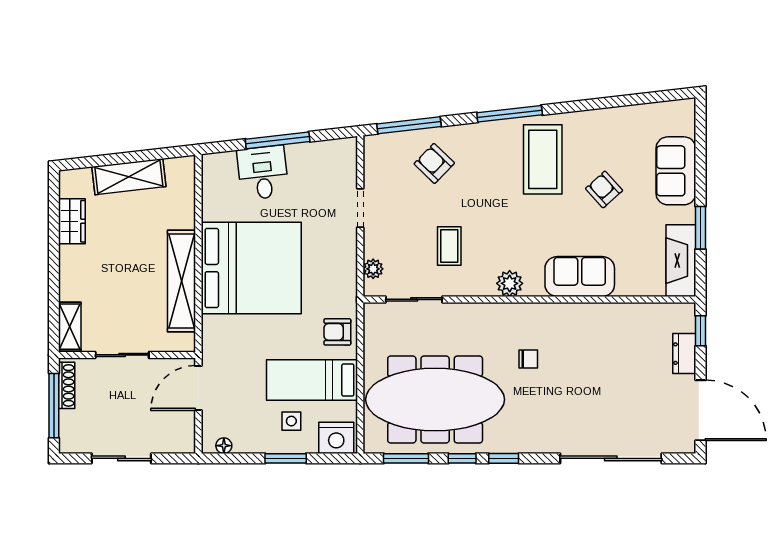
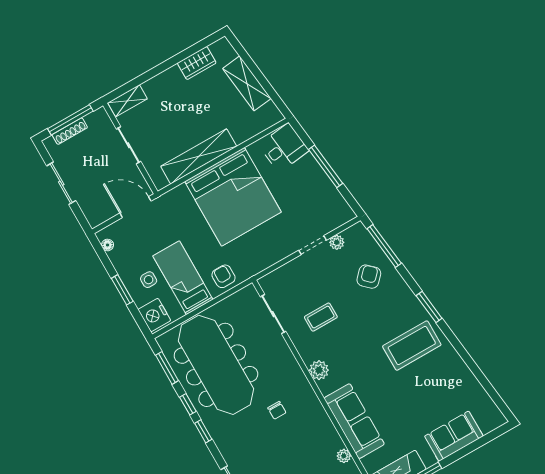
window: (510, 114) -> (429, 307), width x0.69
desk: (263, 173) -> (284, 148), moved
armchair: (604, 189) -> (415, 396), removed
plant: (373, 269) -> (337, 242), moved
sofa: (580, 276) -> (354, 421), width x1.36
plant: (626, 312) -> (344, 456), added
shoe rack: (67, 385) -> (70, 131), moved

